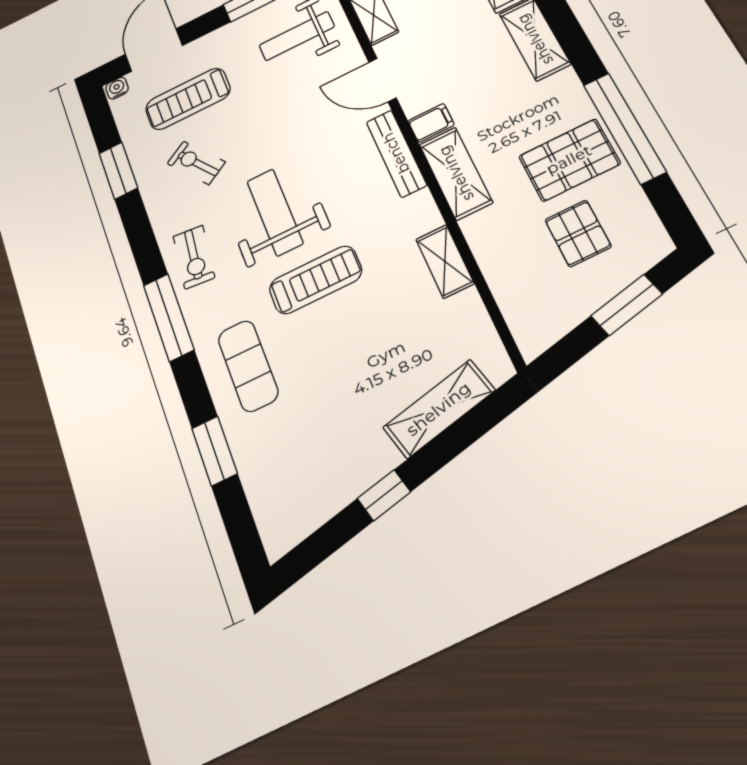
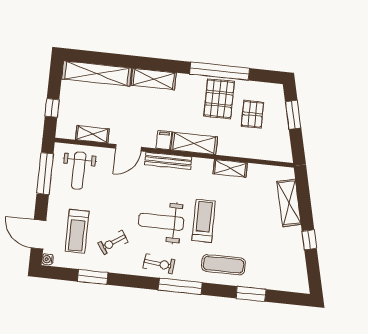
pallet: (578, 233) -> (252, 114), turned 90

